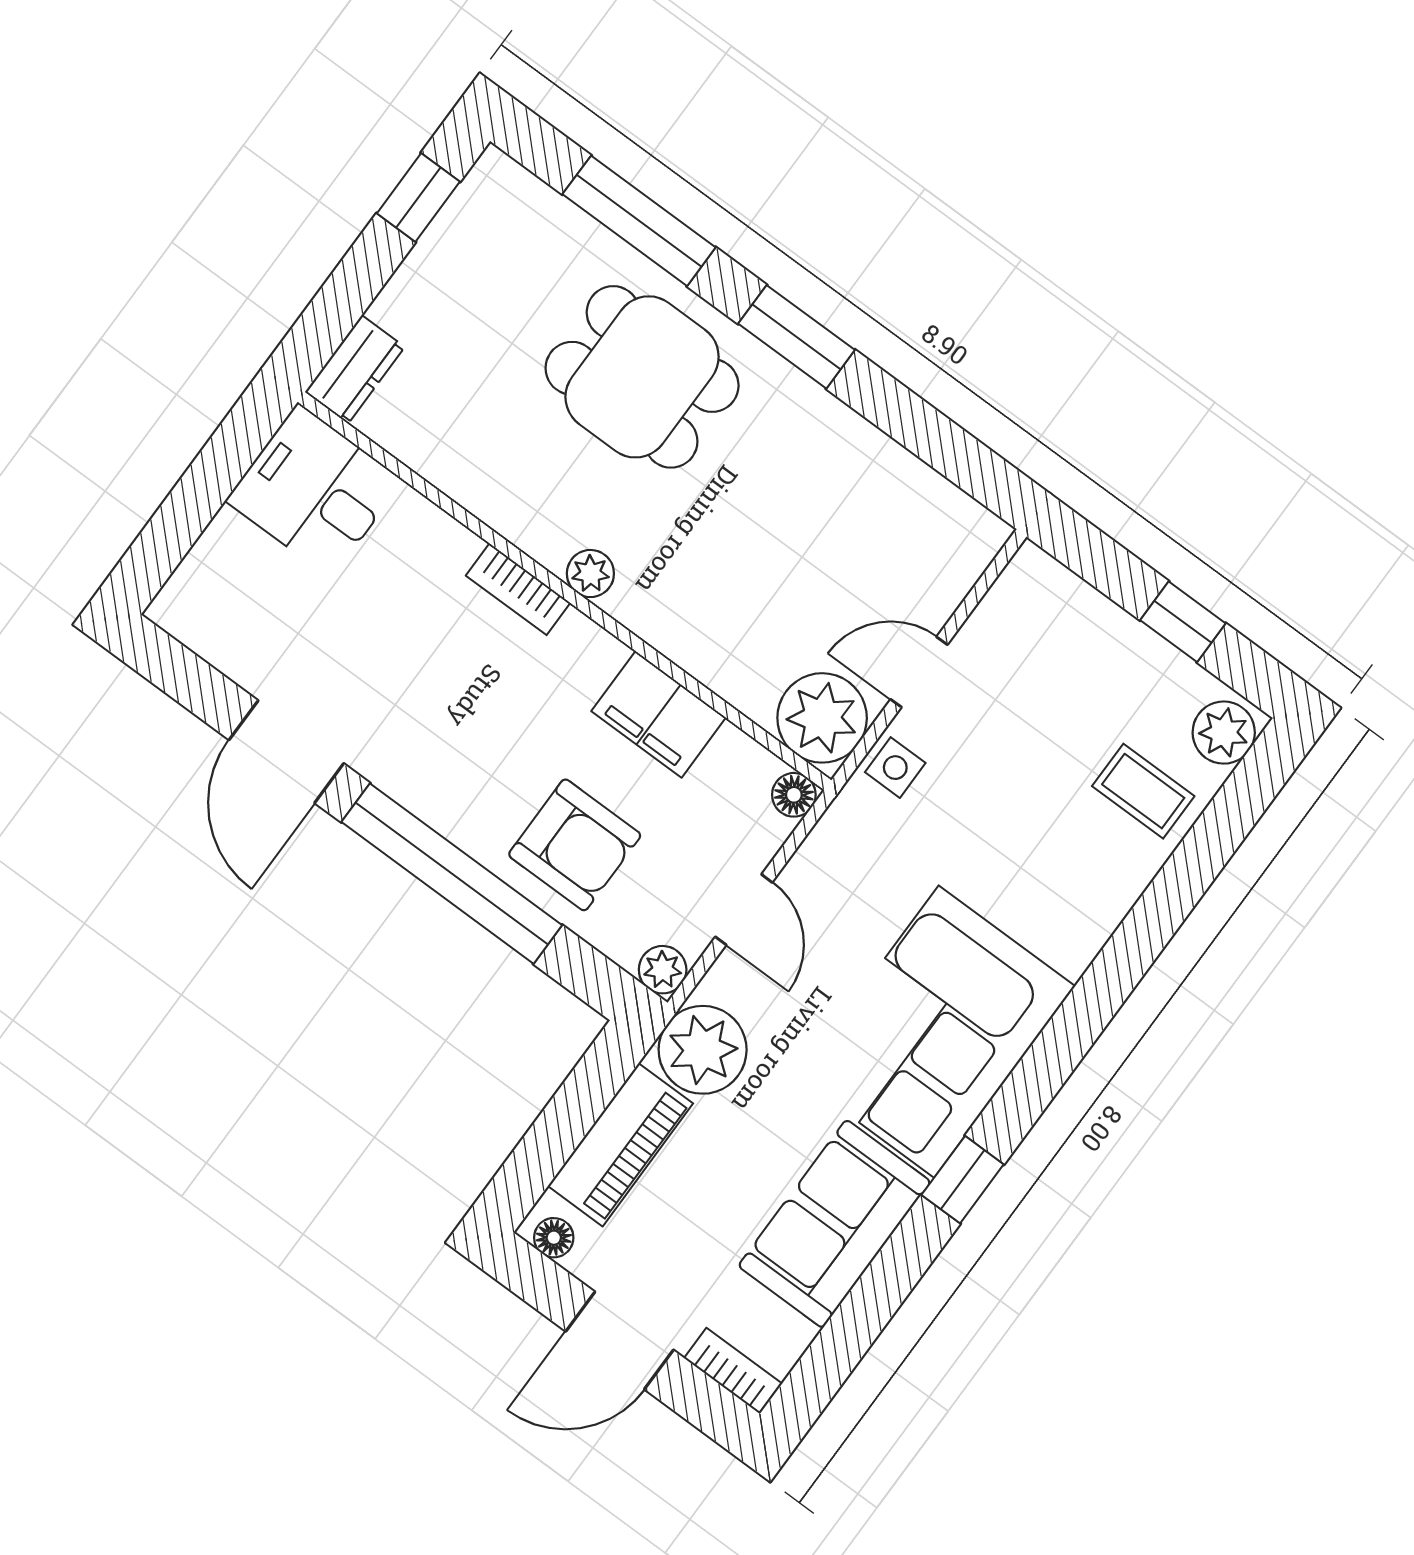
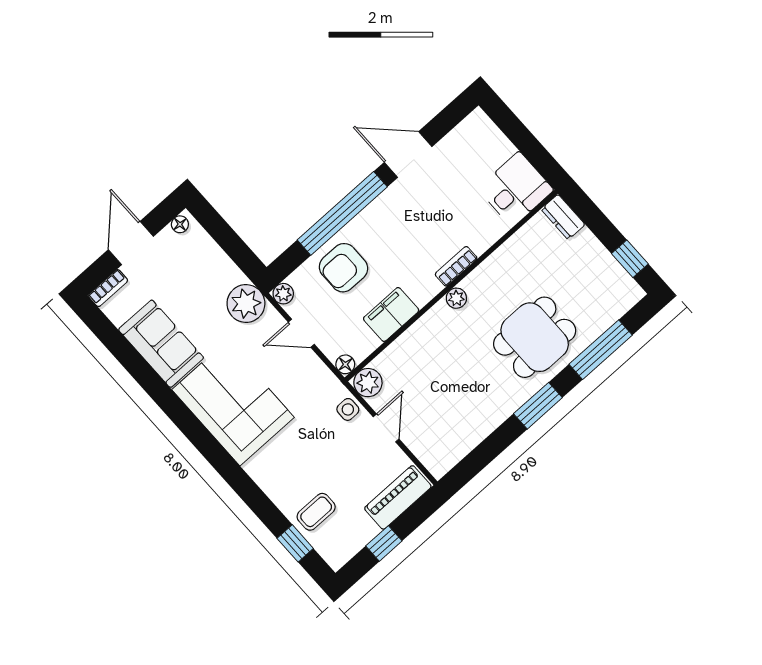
plant: (822, 718) -> (368, 383), width x0.73, depth x0.73
plant: (1224, 733) -> (334, 551), removed
piano: (620, 1145) -> (398, 497), moved, turned 90
window: (963, 1180) -> (295, 543), moved

